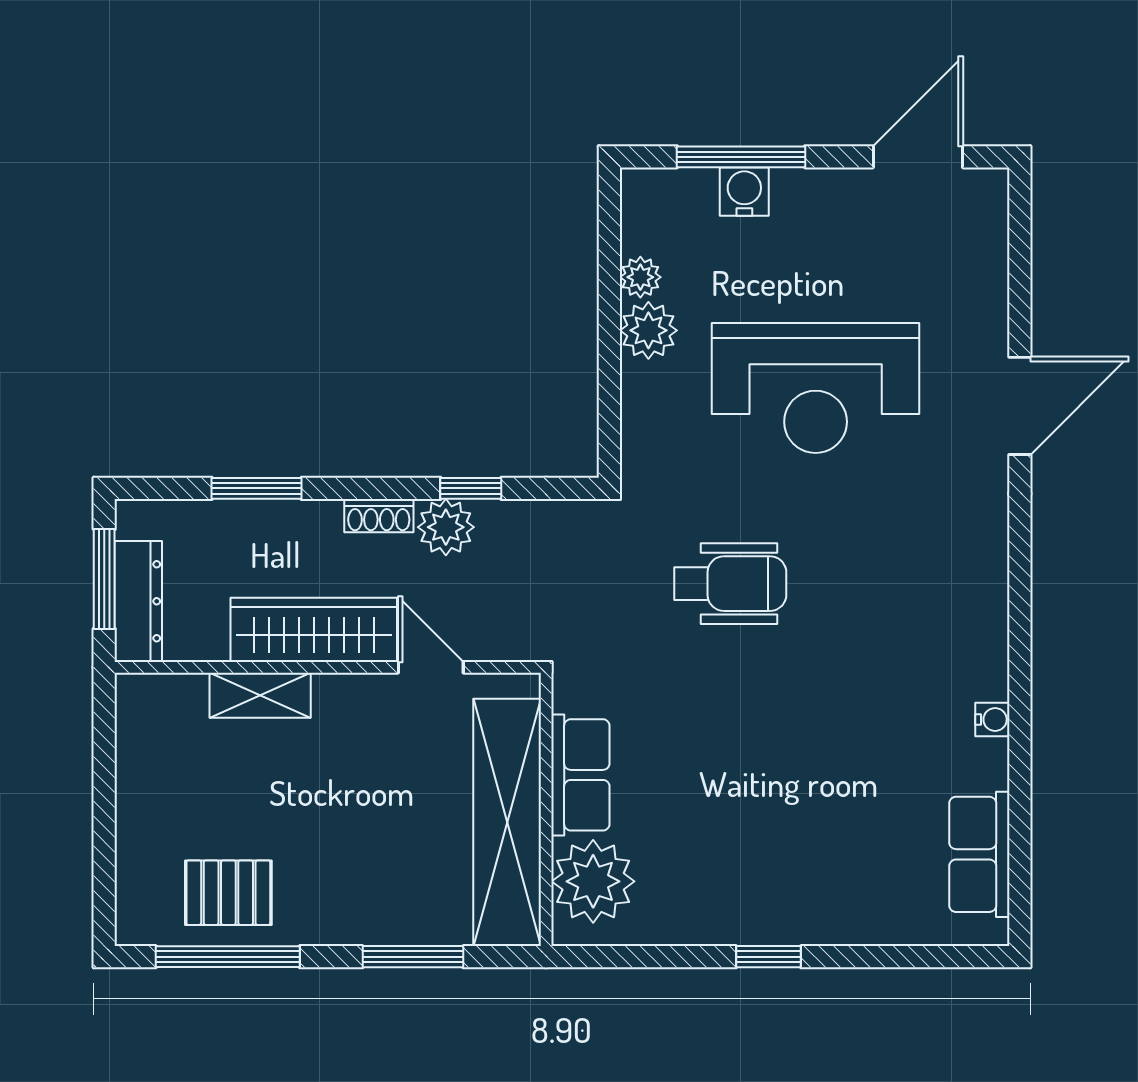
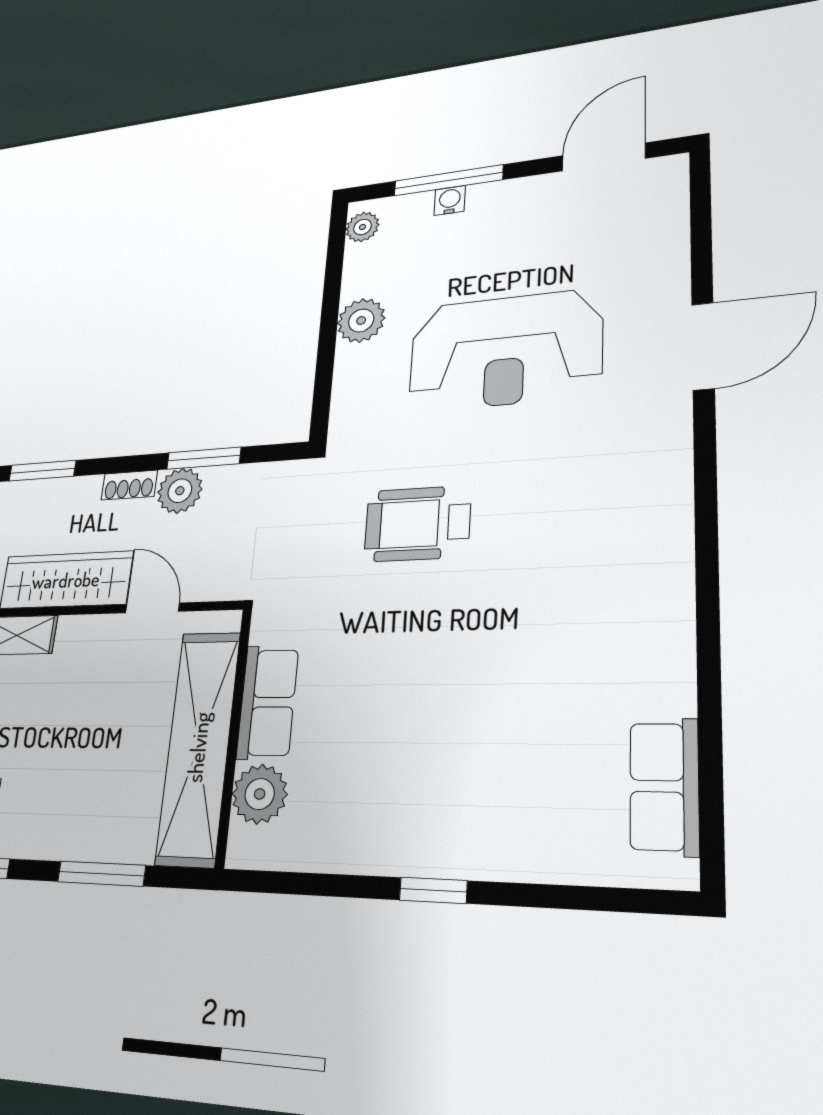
water cooler: (744, 192) -> (450, 201), width x0.72, depth x0.72
plant: (640, 277) -> (362, 227), moved
window: (471, 488) -> (204, 458), width x1.50
wheelchair: (730, 584) -> (417, 524), turned 180
water cooler: (992, 720) -> (678, 644), removed
plant: (593, 881) -> (260, 794), width x0.73, depth x0.73

